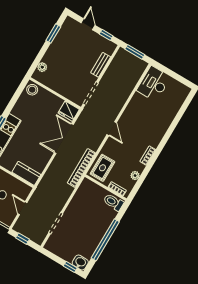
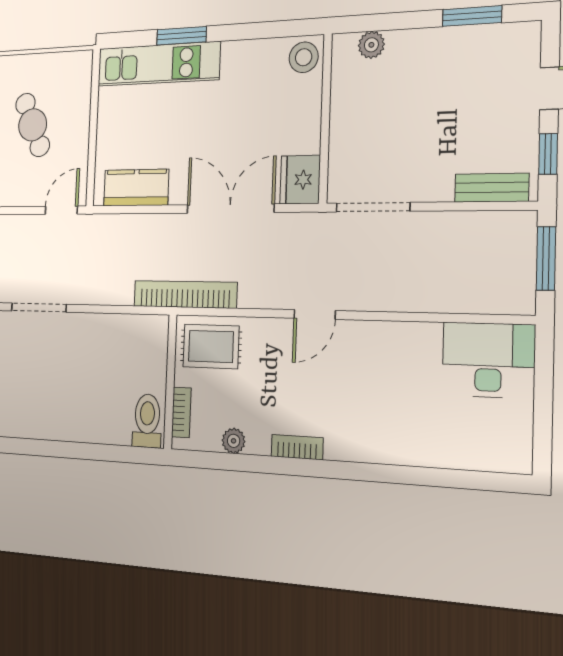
bench: (101, 65) -> (492, 188), moved
kitchen counter: (26, 173) -> (136, 188), moved, turned -90
door: (22, 208) -> (61, 210), moved
window: (105, 240) -> (58, 449), removed

